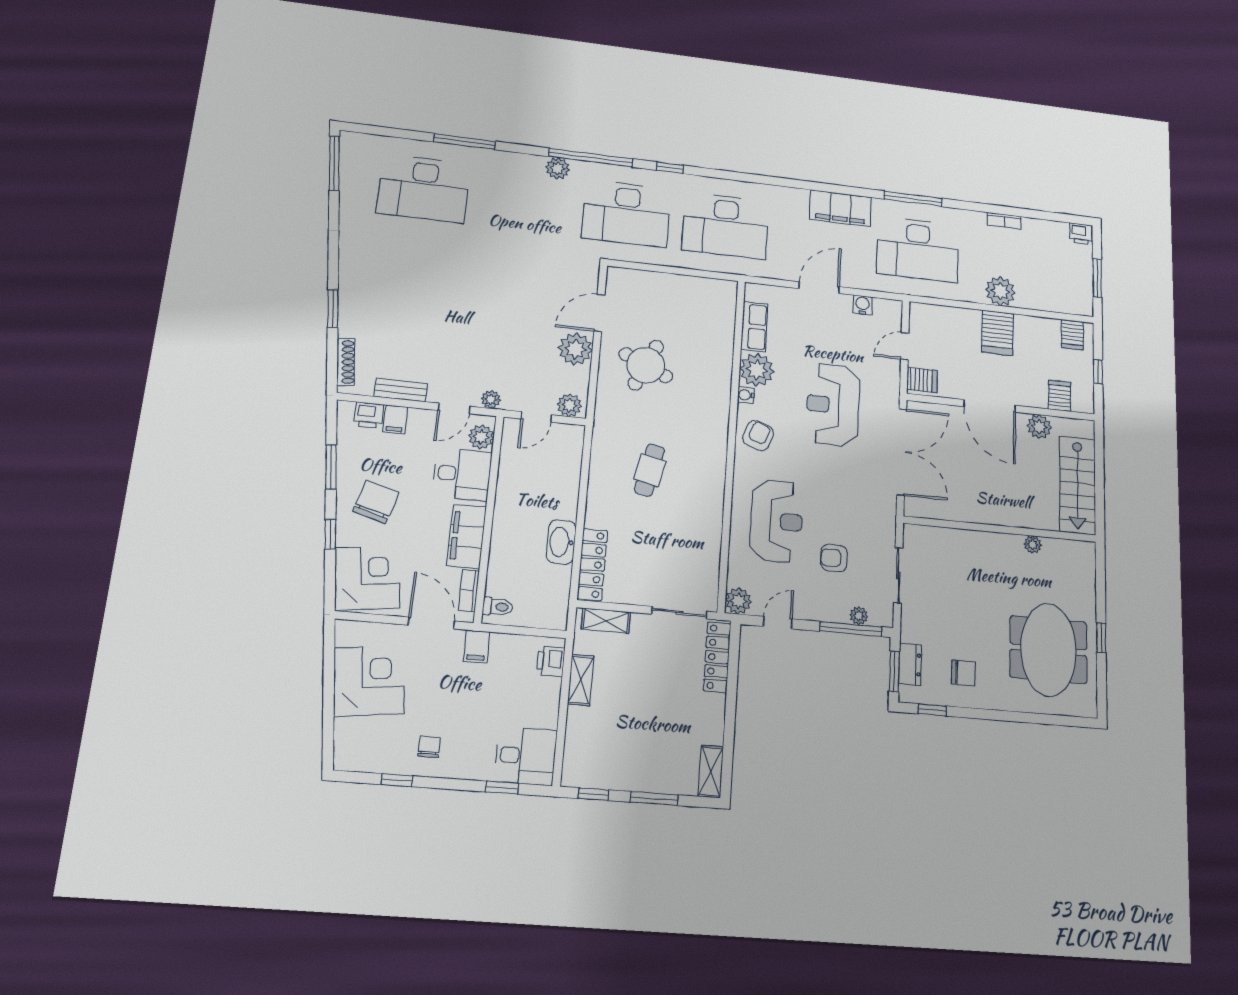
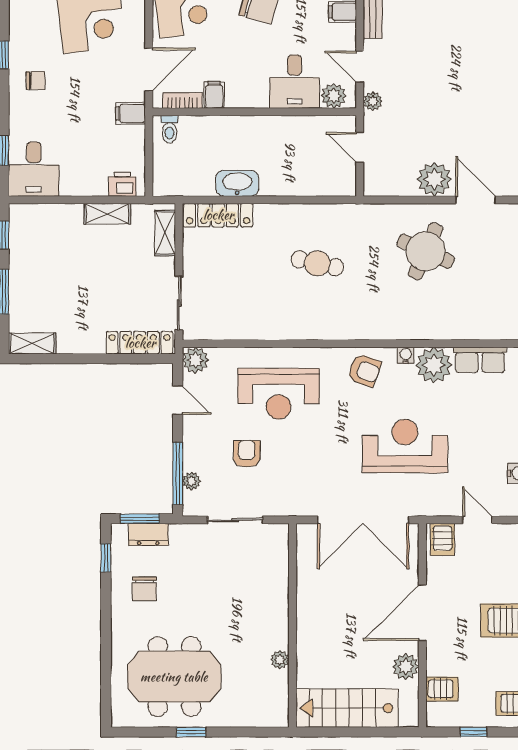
plant: (569, 405) -> (375, 179), removed
filing cabinet: (467, 536) -> (214, 95), width x0.33, depth x0.86

